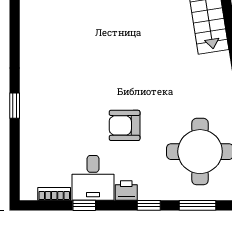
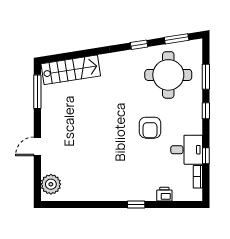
printer: (126, 191) -> (164, 194), moved, turned 90

